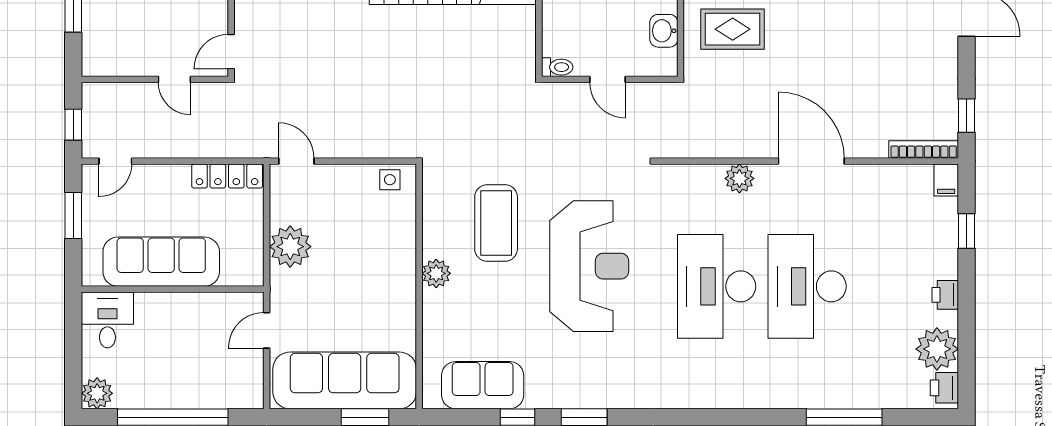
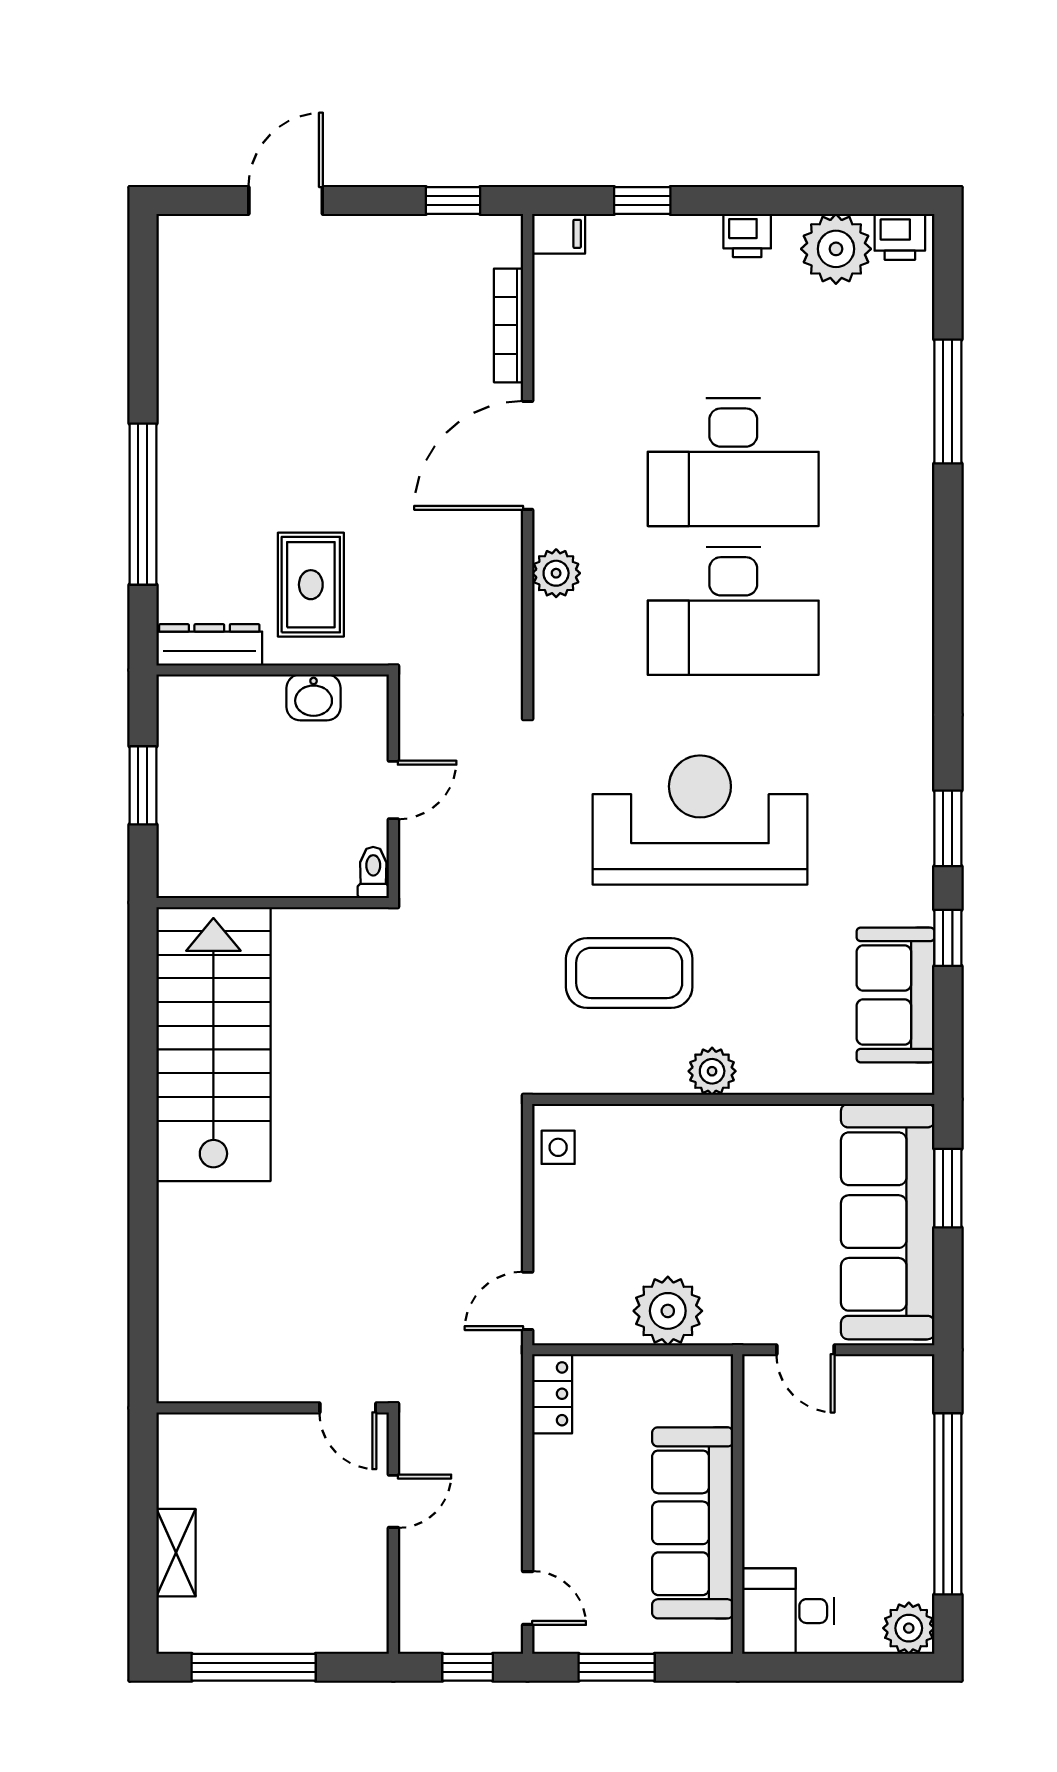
bookcase: (924, 150) -> (509, 325), moved
locker: (227, 176) -> (552, 1394), width x0.66

